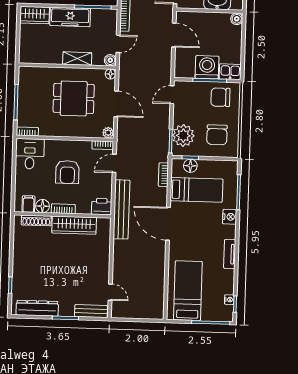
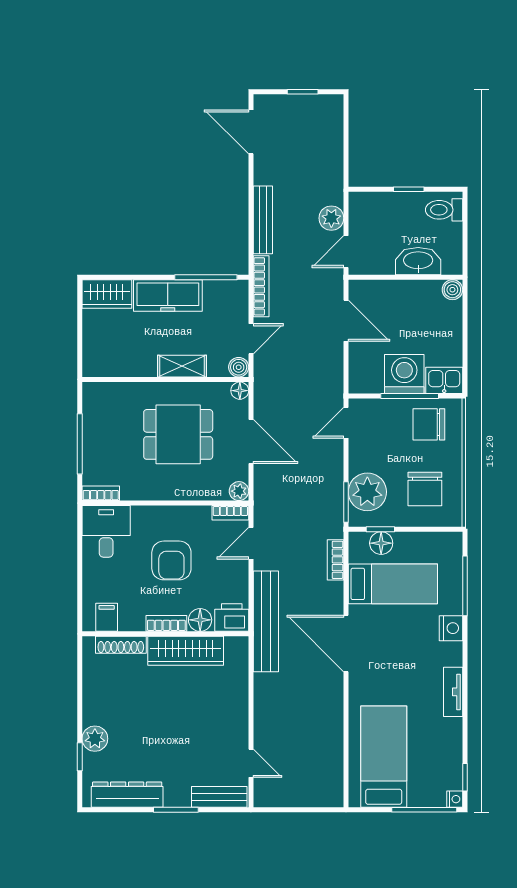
floor lamp: (42, 206) -> (200, 620), moved
plant: (19, 275) -> (95, 739), added
nightstand: (229, 300) -> (455, 799), moved

